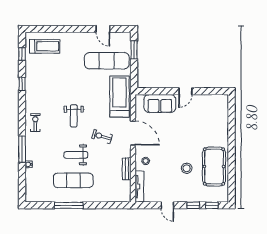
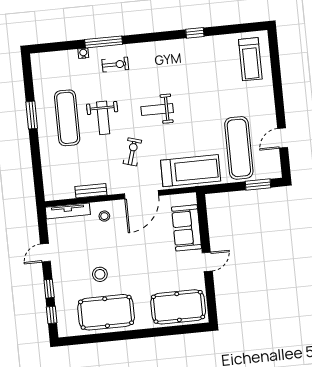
window: (22, 54) -> (236, 29), removed
door: (185, 91) -> (207, 262), swing flipped
pool table: (215, 115) -> (178, 307), added
exercise bike: (35, 123) -> (115, 65), moved
weight bench: (76, 155) -> (103, 118), turned 180
window: (69, 205) -> (32, 115), width x0.69

